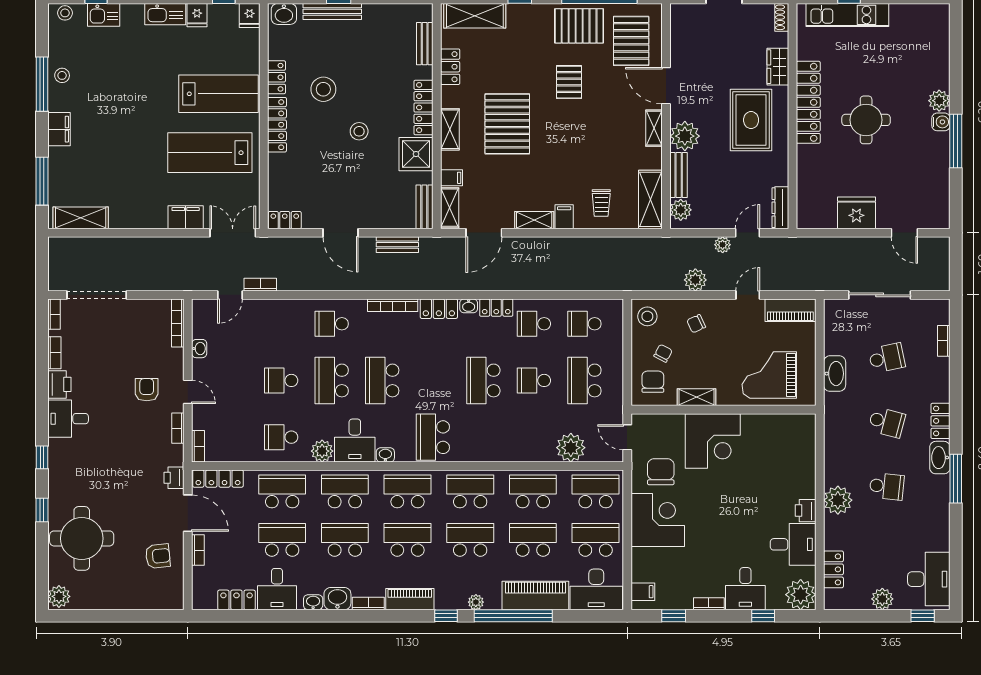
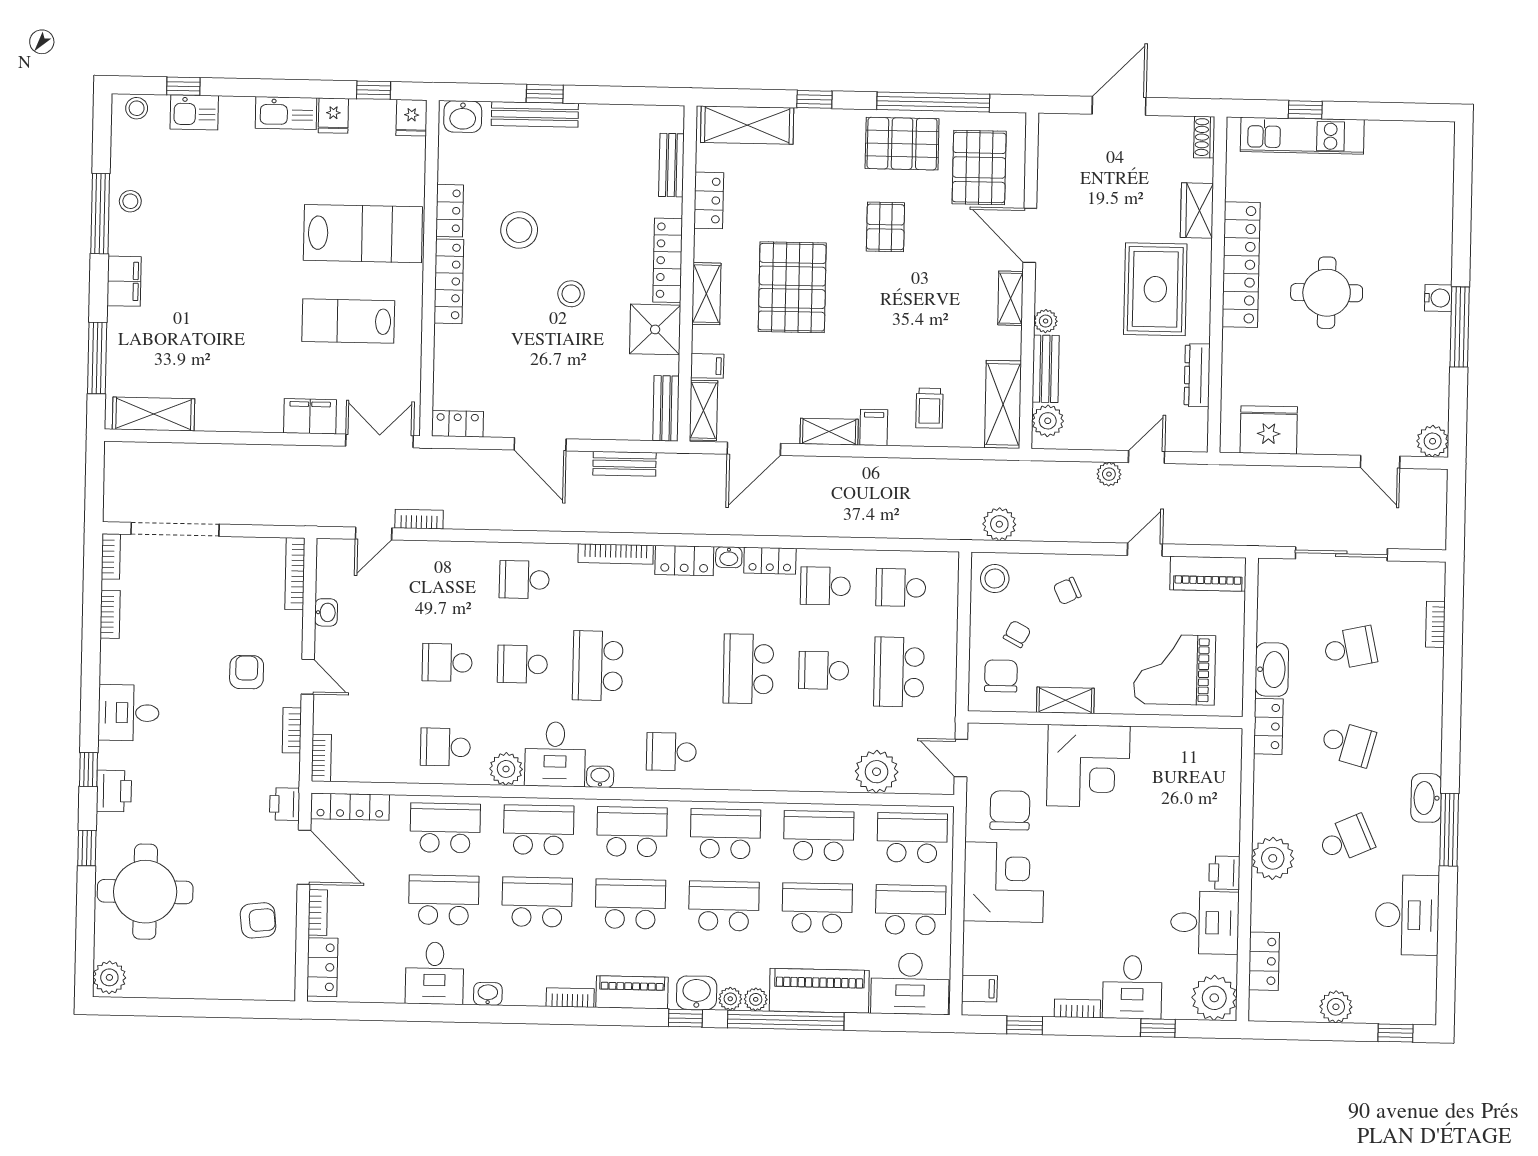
plant: (939, 101) -> (1433, 441), moved
plant: (685, 136) -> (1046, 321), width x0.53, depth x0.53
lab bench: (210, 153) -> (348, 321), width x0.73, depth x0.72
dresser: (780, 208) -> (1197, 375), moved
fridge: (856, 213) -> (1269, 430), moved
plant: (695, 280) -> (999, 524), moved
school desk: (332, 380) -> (522, 664), width x0.54
printer: (59, 384) -> (114, 791), moved
locker: (940, 421) -> (1268, 726), moved, turned 180
school desk: (433, 437) -> (671, 752), width x0.54
school desk: (887, 486) -> (1346, 839), turned -30
desk: (929, 579) -> (1407, 915), moved
washbasin: (337, 599) -> (697, 993), moved
locker: (236, 600) -> (322, 967), moved, turned 90
plant: (493, 602) -> (756, 999), added

